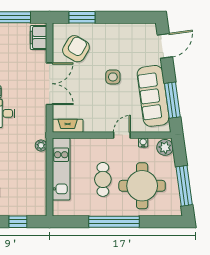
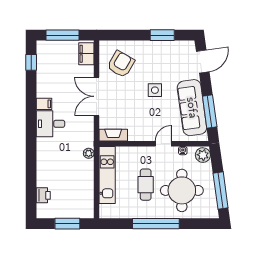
window: (82, 17) -> (162, 35), moved
double door: (50, 84) -> (96, 96), swing flipped
window: (18, 222) -> (67, 224), width x1.50

